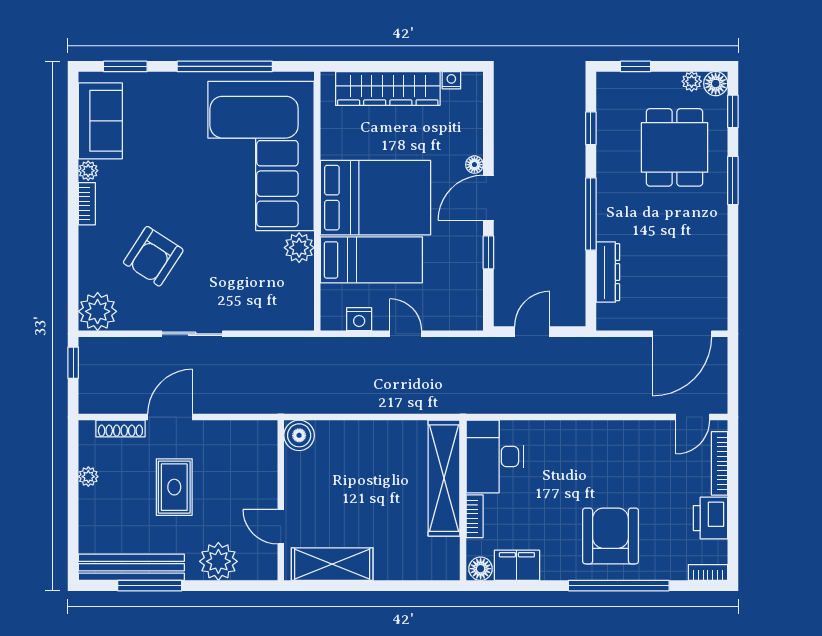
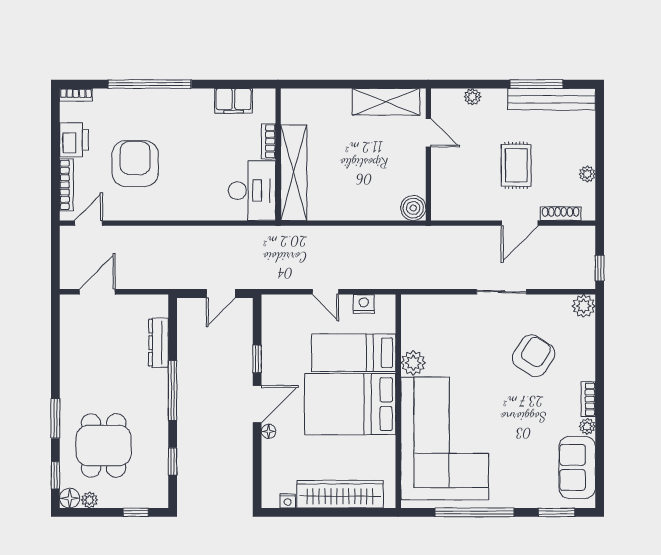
plant: (98, 311) -> (584, 306), width x0.73, depth x0.73
door: (682, 334) -> (97, 292), width x0.73
armchair: (610, 536) -> (135, 164), moved, turned 180
plant: (218, 561) -> (472, 97), width x0.53, depth x0.53
floor lamp: (481, 569) -> (264, 98), removed

